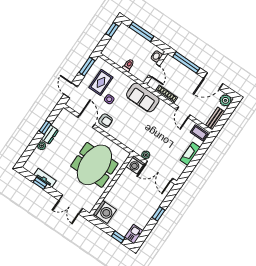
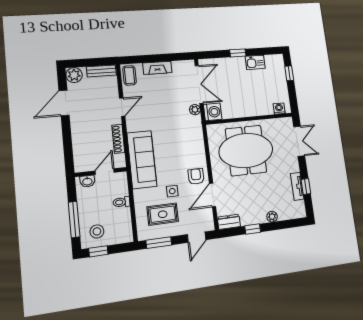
stool: (124, 38) -> (97, 231), added
window: (186, 62) -> (68, 146), removed
door: (213, 81) -> (64, 103), swing flipped
sofa: (143, 97) -> (142, 159), width x1.36
dresser: (50, 135) -> (229, 222), moved
washing machine: (105, 212) -> (279, 109), width x0.53, depth x0.53
kitchen sink: (134, 234) -> (255, 62), moved

